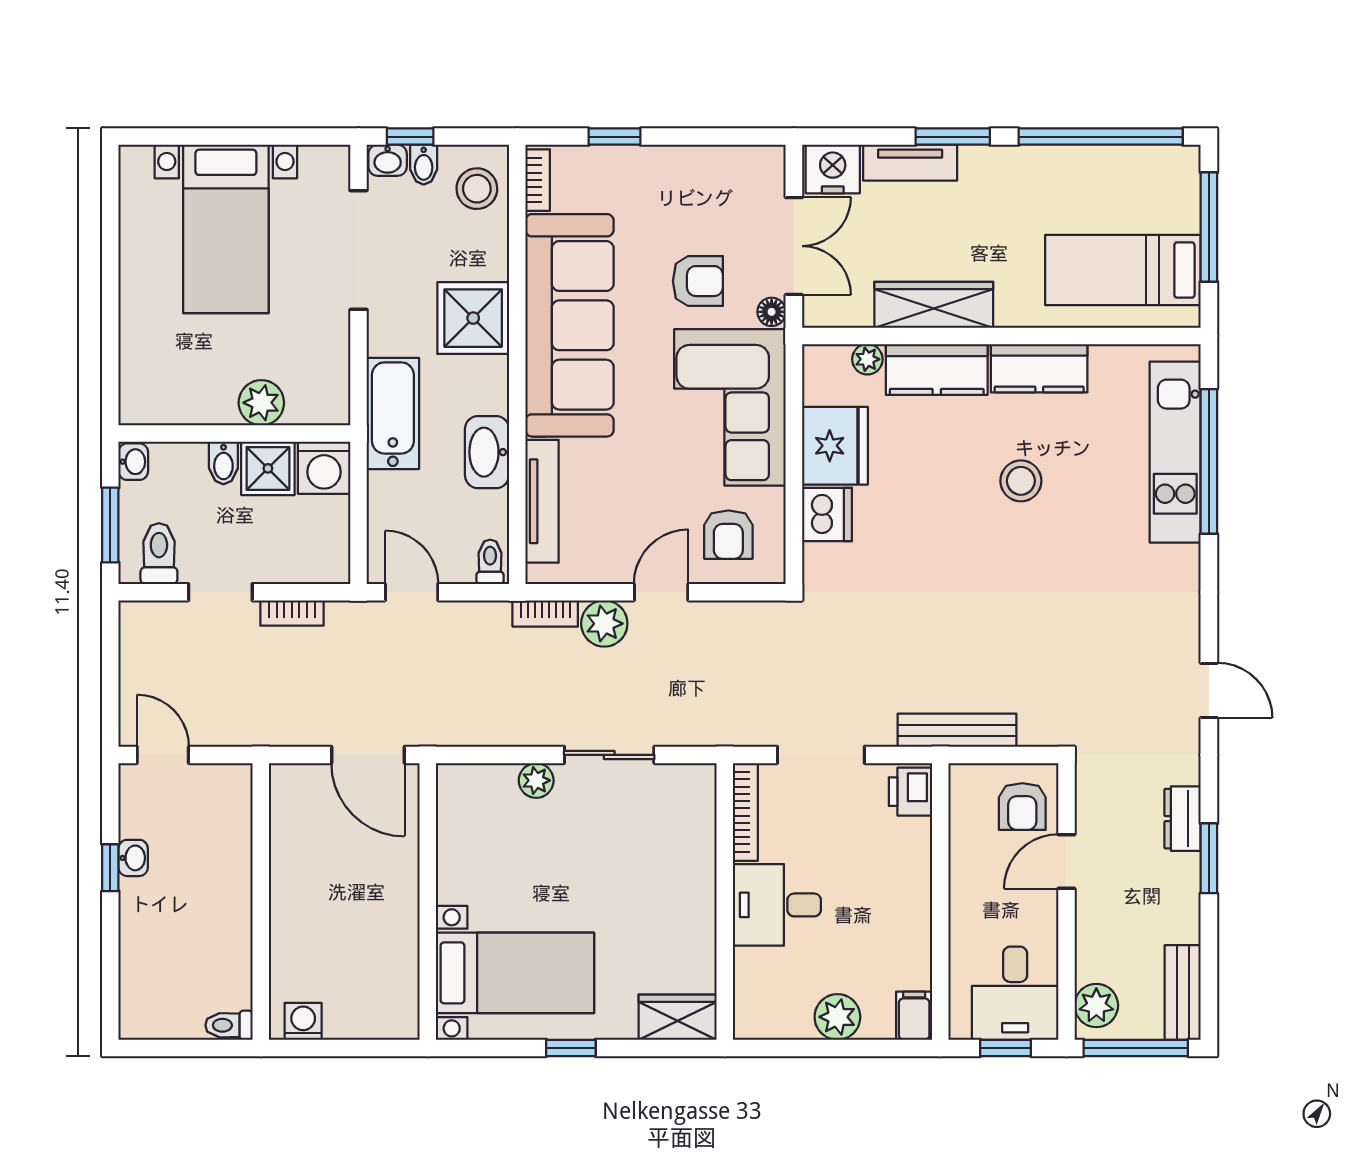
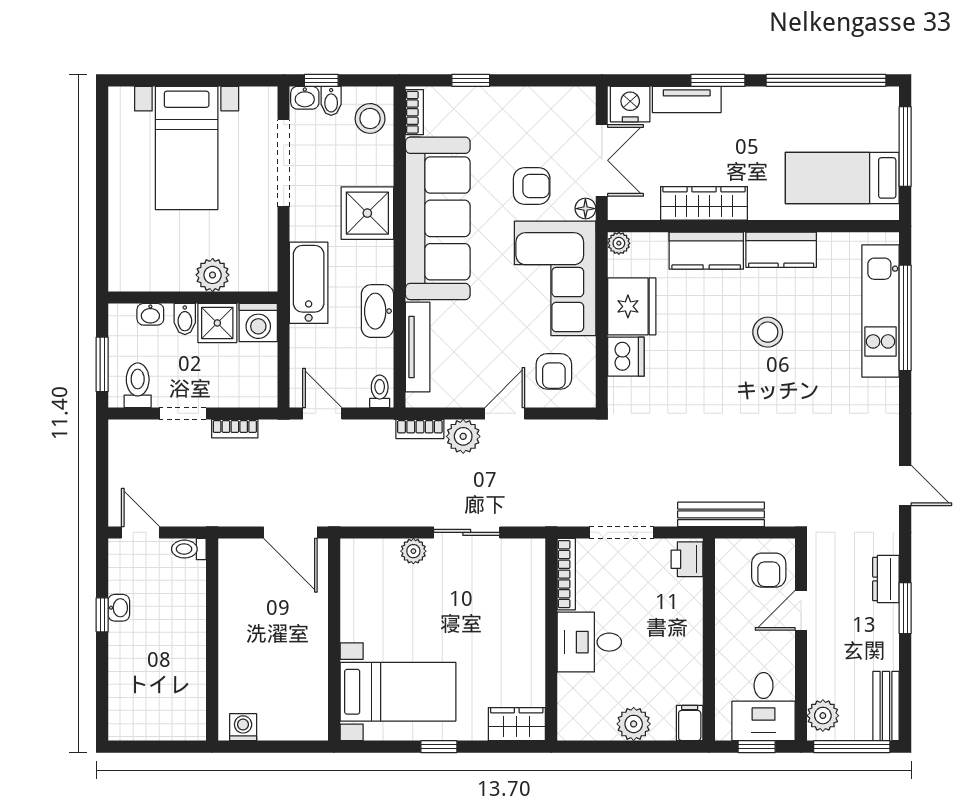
plant: (867, 359) -> (619, 243), moved
washbasin: (133, 462) -> (150, 314), moved, turned 90
toilet: (229, 1025) -> (189, 549), moved

